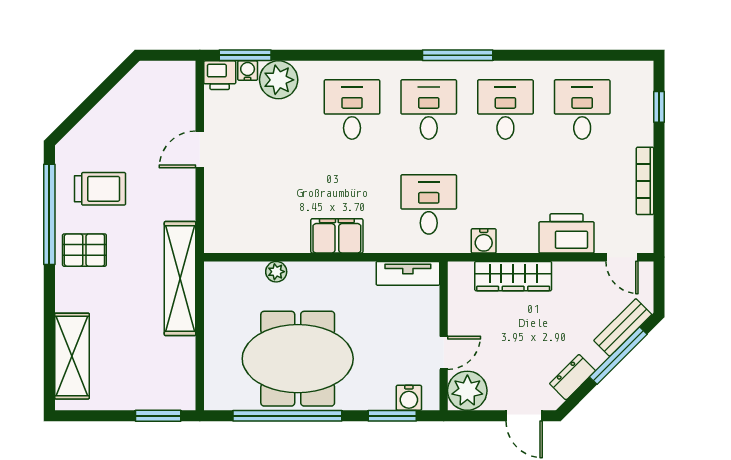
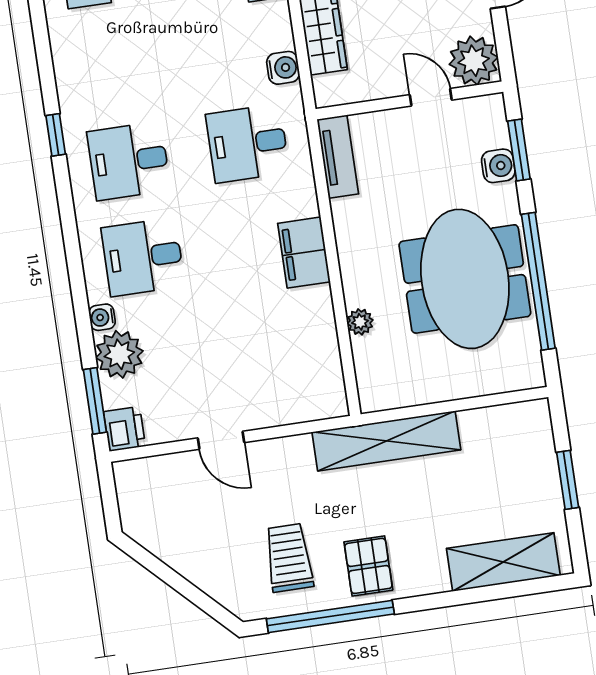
window: (458, 55) -> (56, 135), width x0.46
water cooler: (248, 71) -> (102, 317), moved
desk: (505, 109) -> (115, 65), removed
water cooler: (409, 398) -> (498, 166), moved
window: (158, 416) -> (568, 480), moved

